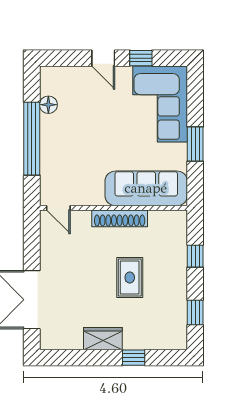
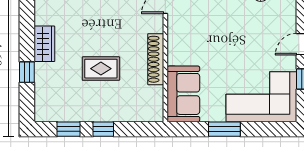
sofa: (146, 188) -> (183, 94), width x0.73
window: (195, 256) -> (103, 129), moved

